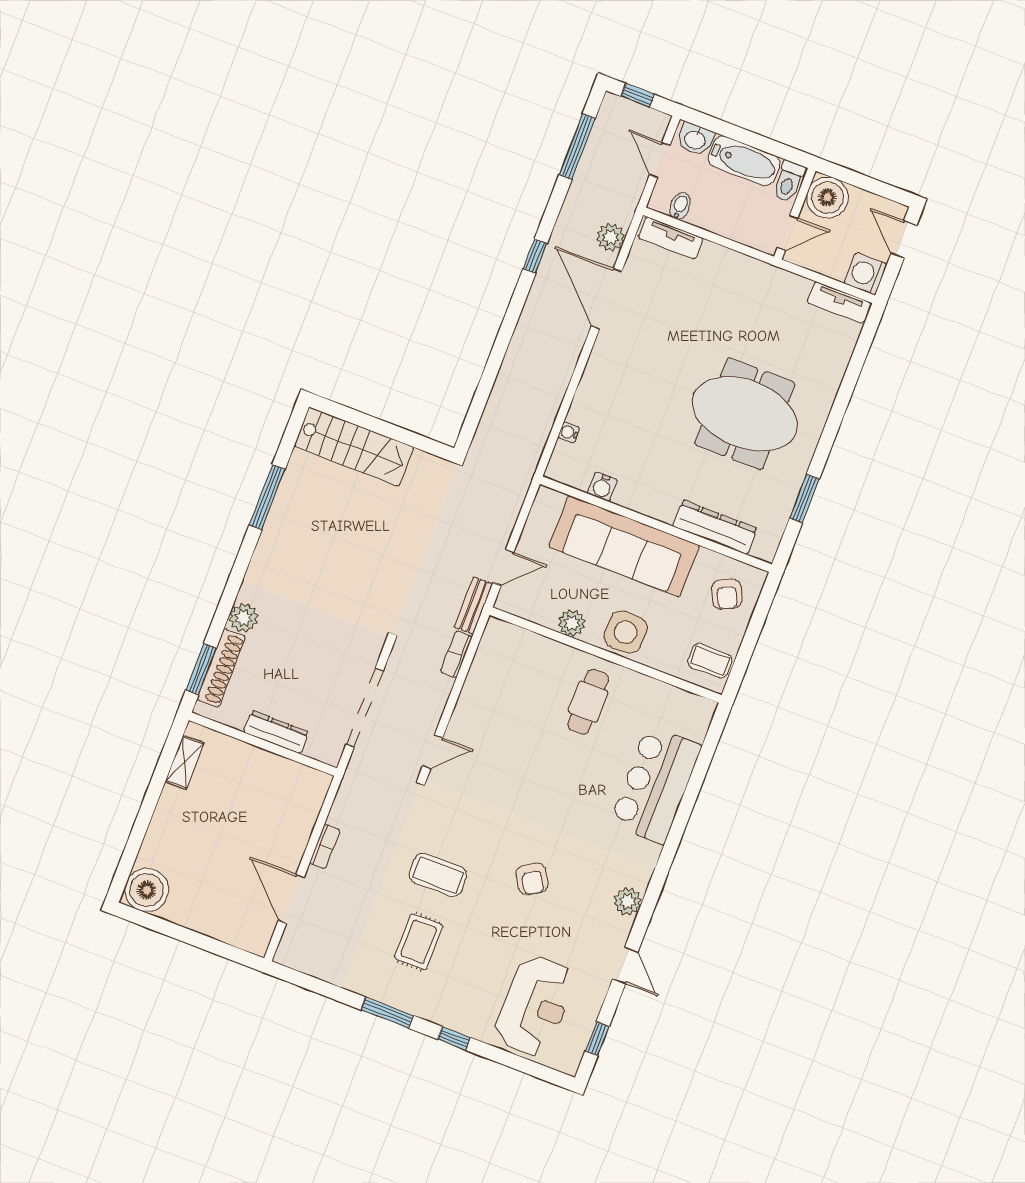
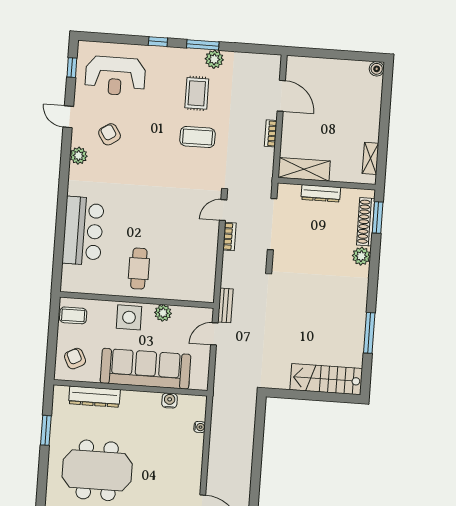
bookcase: (456, 654) -> (229, 236), moved
shelving: (291, 776) -> (304, 169), added
armchair: (532, 879) -> (110, 134), moved
boiler: (147, 890) -> (377, 69), width x0.54, depth x0.54
plant: (376, 986) -> (214, 59), added
reception desk: (535, 1006) -> (115, 76), turned -90

